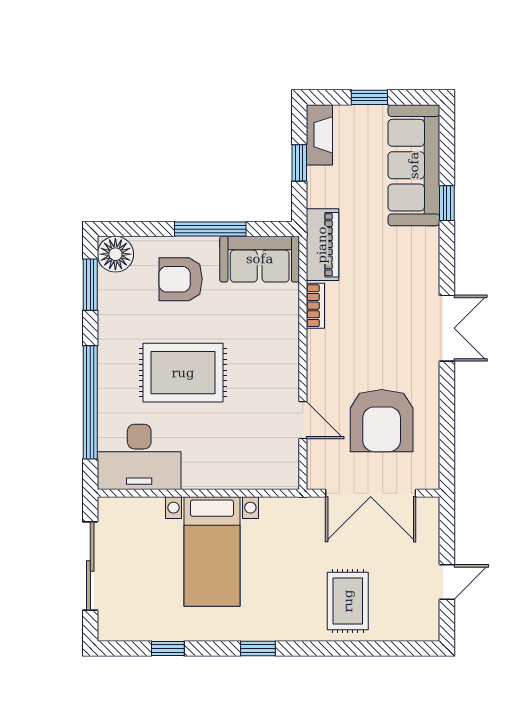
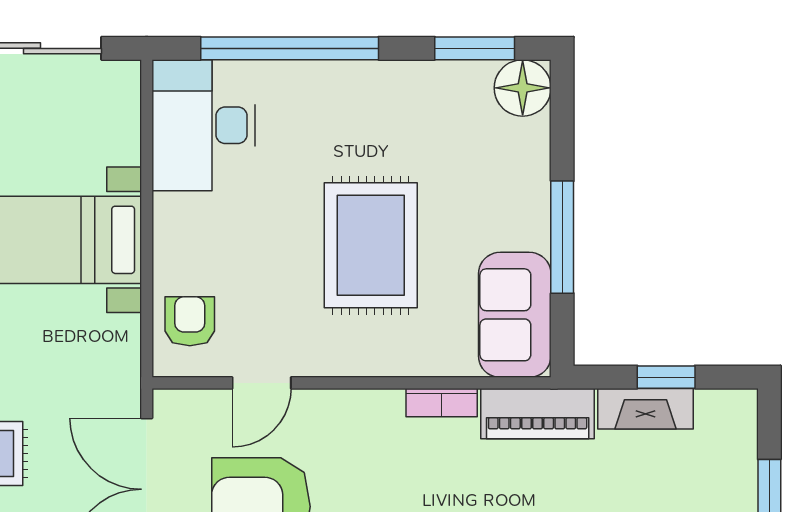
fireplace: (319, 135) -> (645, 409), moved
armchair: (181, 279) -> (190, 321), moved, width x0.72, depth x0.72
rug: (183, 373) -> (371, 245), moved

